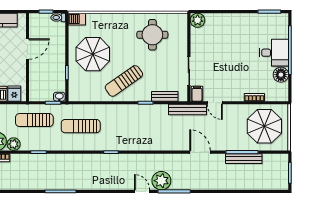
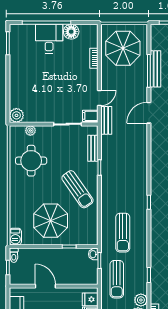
plant: (182, 34) -> (30, 131), added
bench: (187, 110) -> (106, 120), width x0.73

